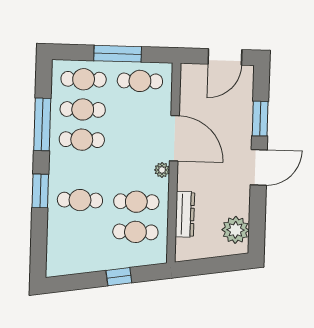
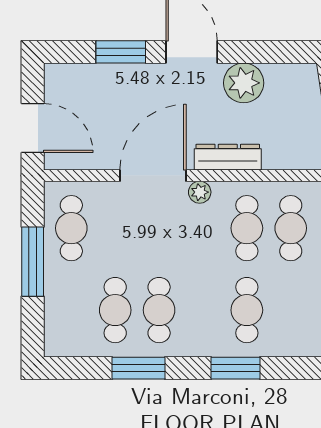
door: (225, 57) -> (33, 128), moved
cafe table: (84, 79) -> (71, 310), removed
window: (42, 124) -> (139, 368), width x0.69
dresser: (185, 214) -> (228, 157), moved
plant: (236, 230) -> (244, 83), moved

